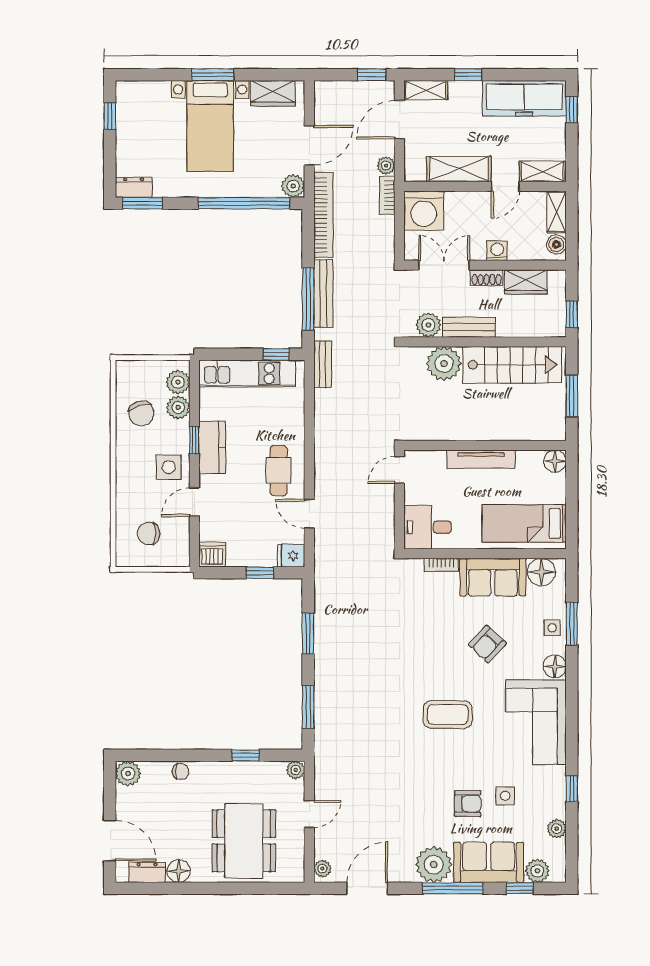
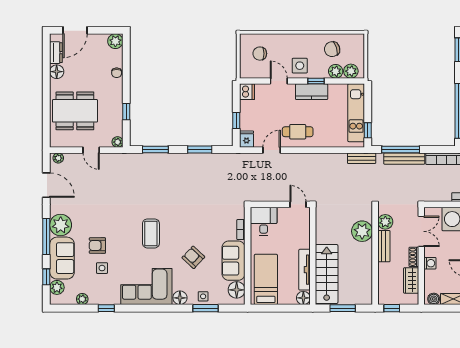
stairs: (512, 365) -> (327, 274), moved, turned 180
tv unit: (481, 459) -> (305, 270), moved
chair: (149, 534) -> (260, 54), turned -90
armchair: (468, 804) -> (97, 246), turned 90

